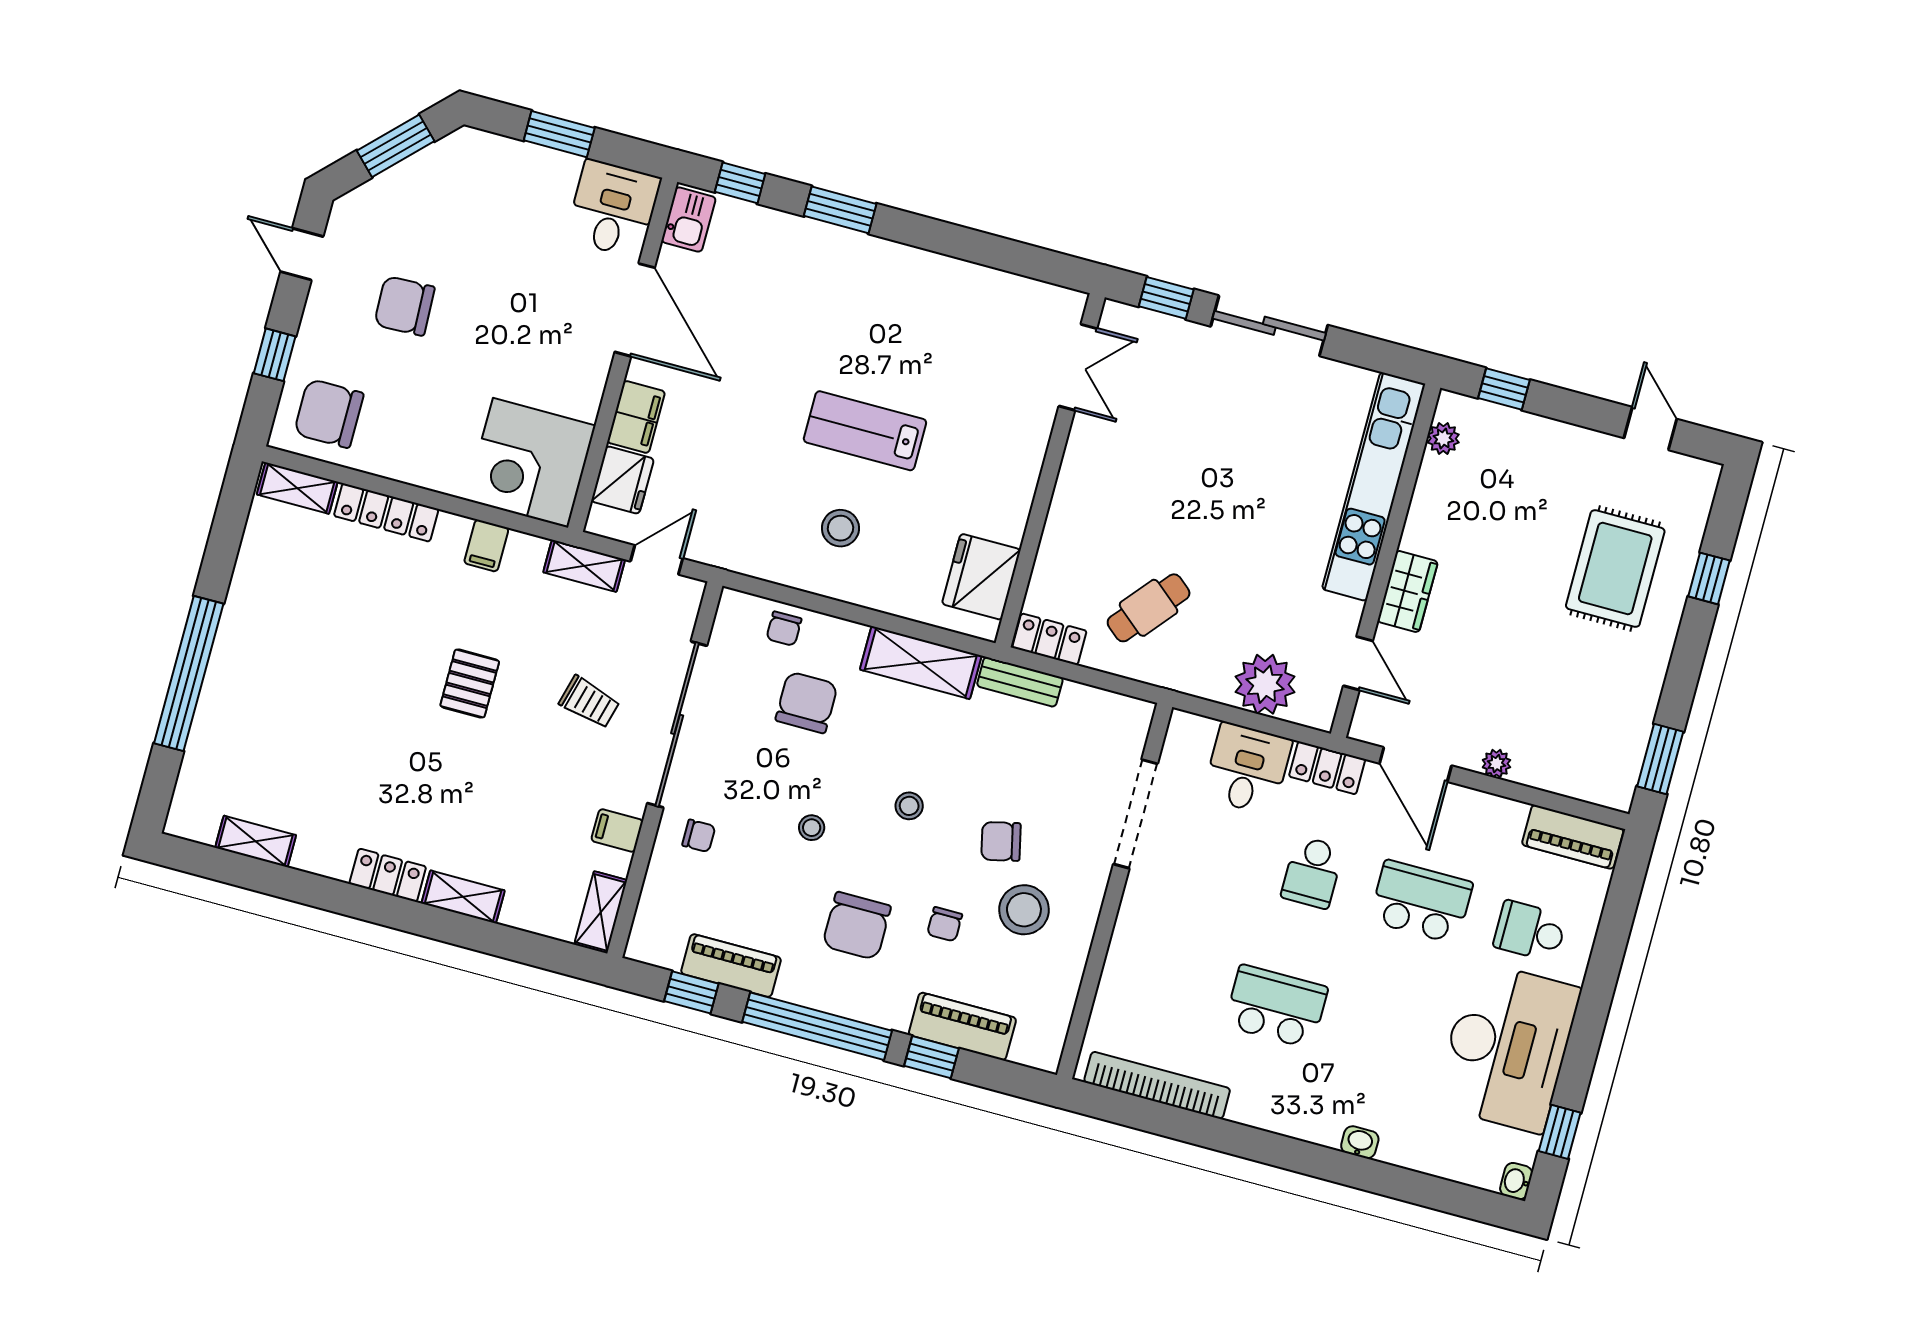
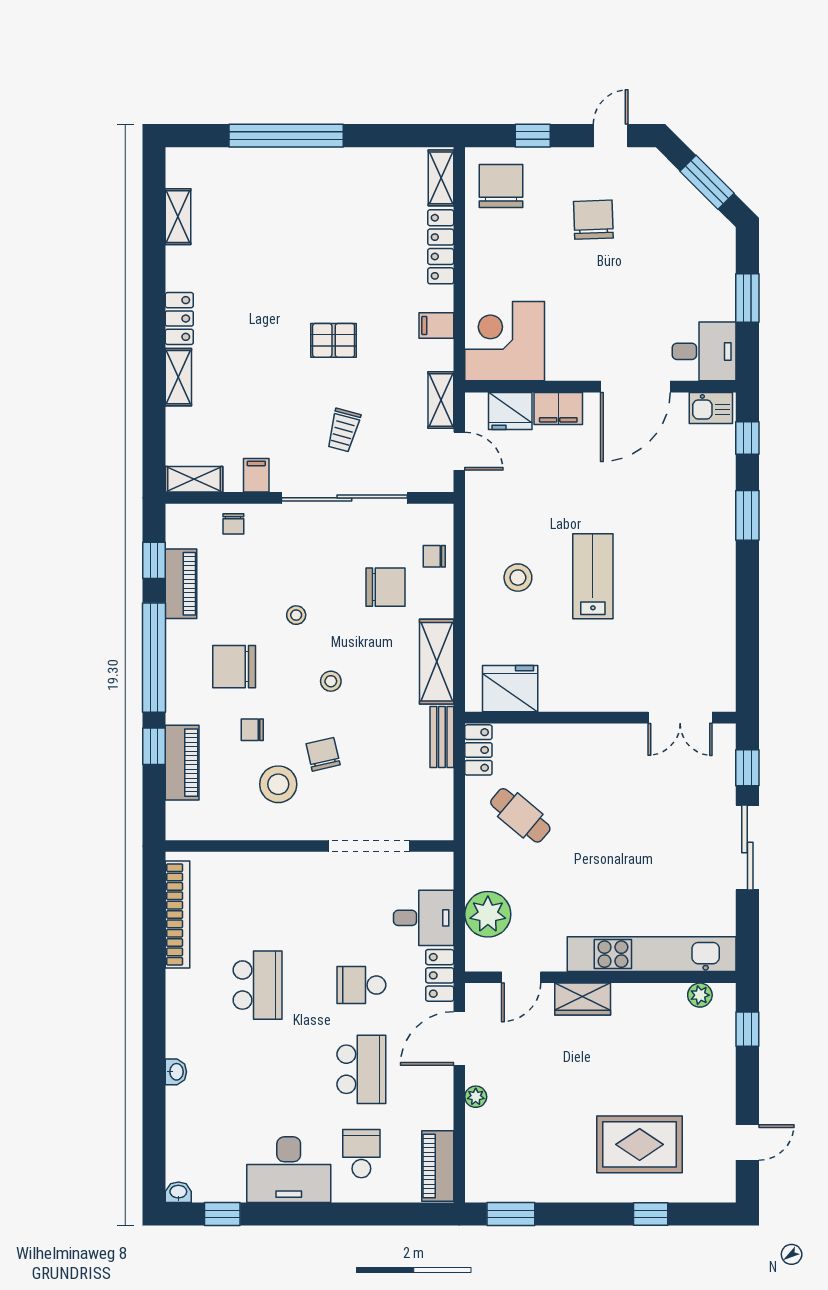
chair: (699, 836) -> (233, 524), moved
desk: (1507, 1047) -> (289, 1170), width x0.73, depth x0.77

